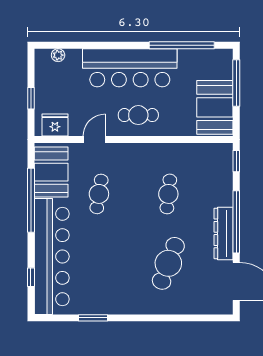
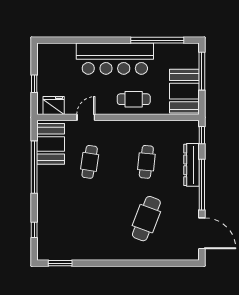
plant: (58, 55) -> (56, 48), removed
cafe table: (138, 115) -> (134, 99), moved
dresser: (224, 233) -> (192, 165), moved
bar counter: (52, 257) -> (51, 213), removed
window: (93, 318) -> (60, 263), moved

